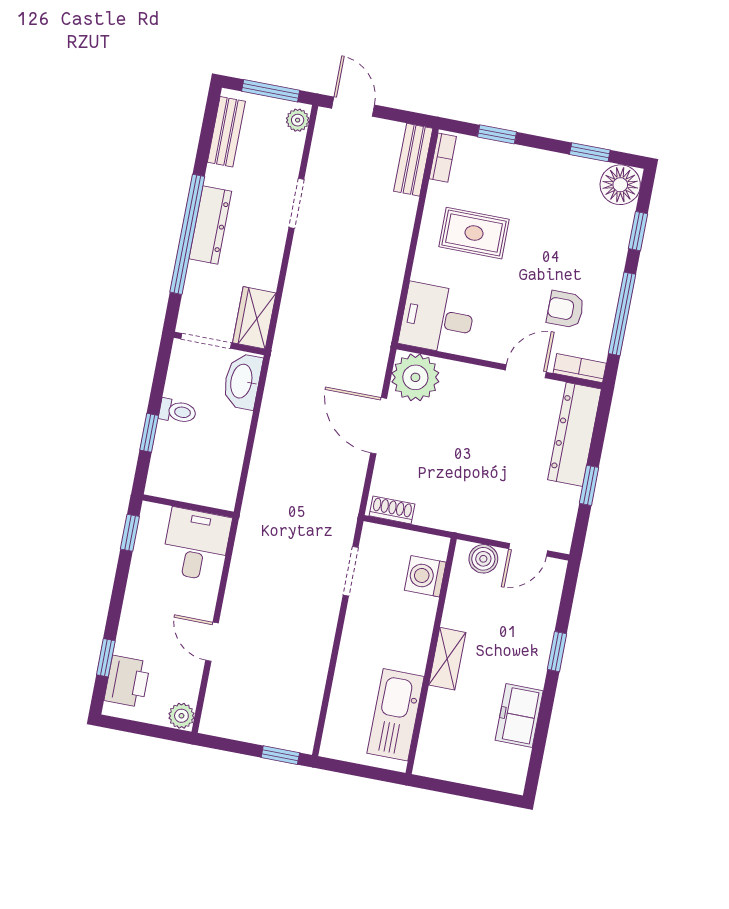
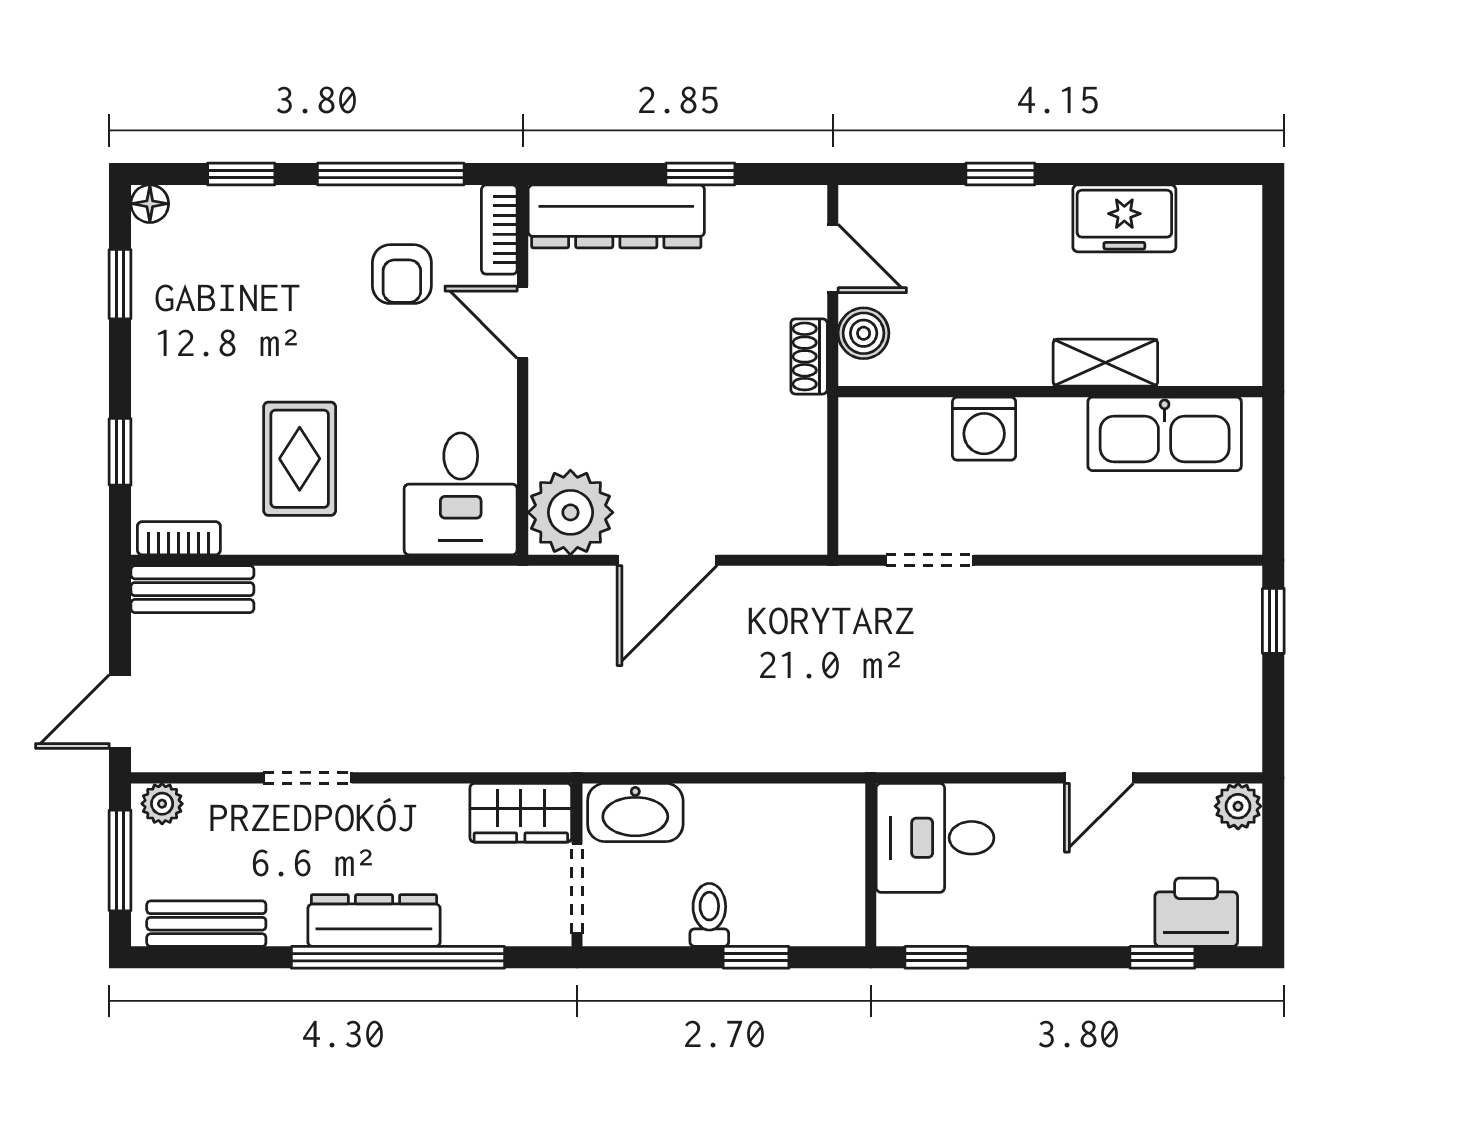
floor lamp: (620, 185) -> (150, 204), width x0.53, depth x0.53
shoe rack: (392, 510) -> (809, 356), moved
washing machine: (425, 576) -> (984, 429), moved
shelving: (447, 659) -> (1105, 363), moved

